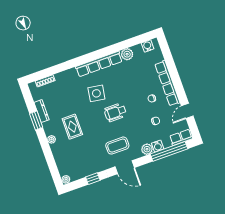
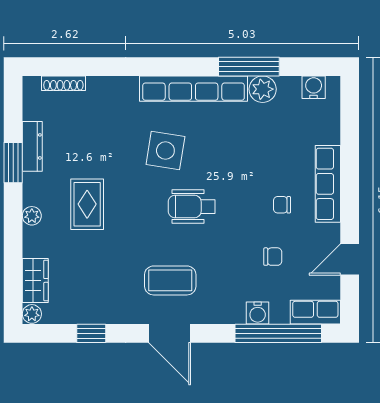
window: (118, 47) -> (249, 67), added
row of seats: (167, 83) -> (328, 184), width x0.73
plant: (147, 149) -> (232, 311), removed
wardrobe: (62, 165) -> (35, 280), added

